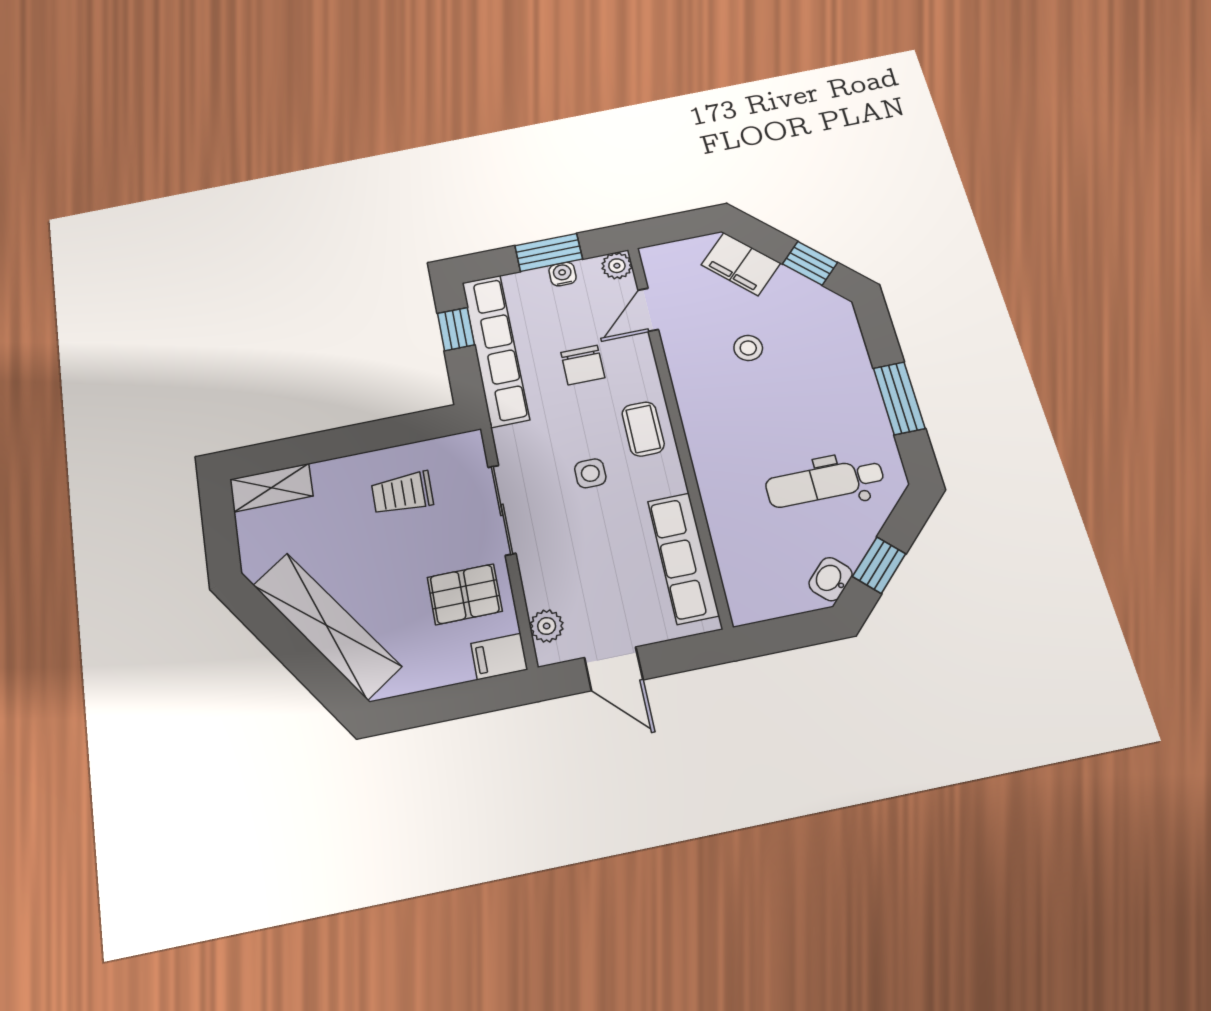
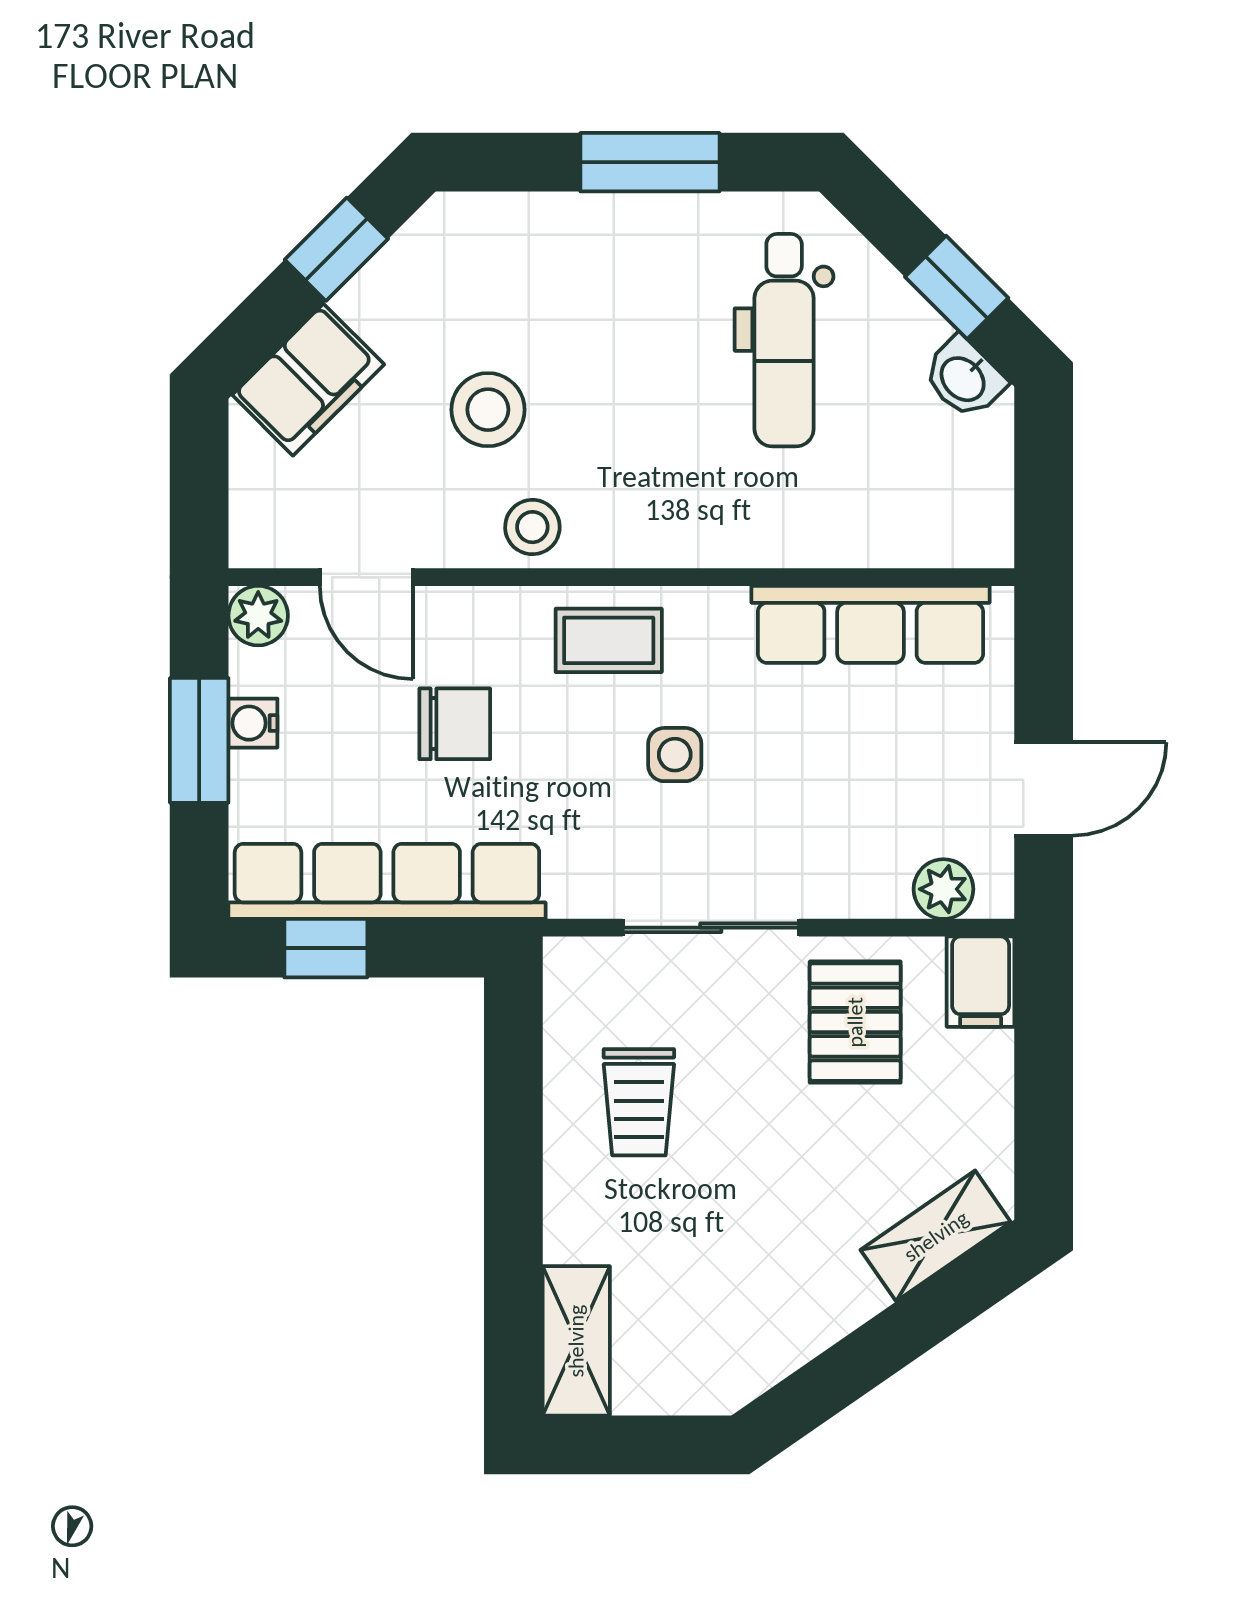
stool: (748, 348) -> (488, 410), width x1.37, depth x1.37
stool: (693, 381) -> (532, 527), added
shelving: (327, 625) -> (936, 1236), width x0.45, depth x0.75

